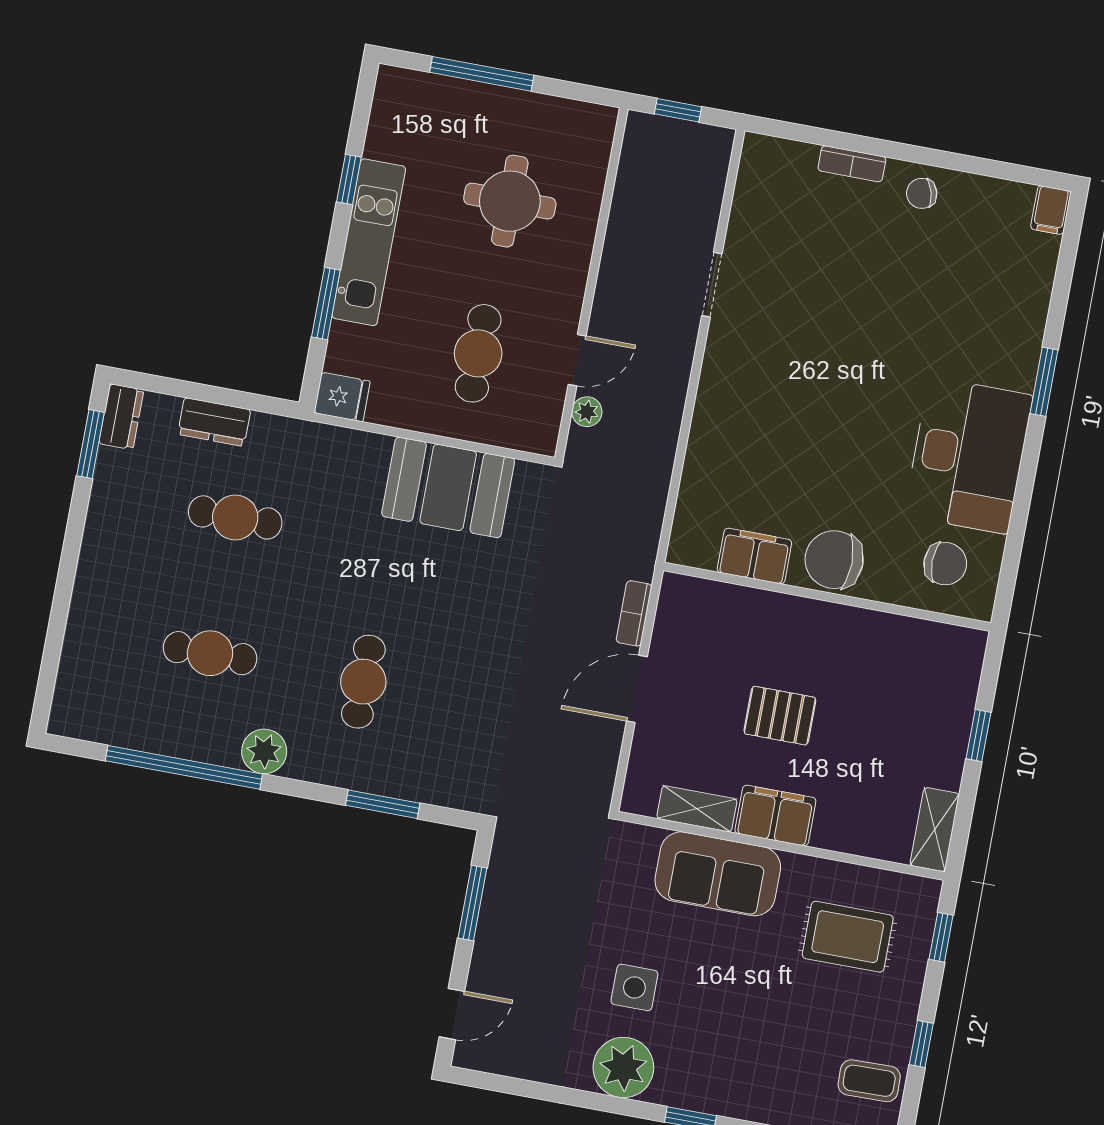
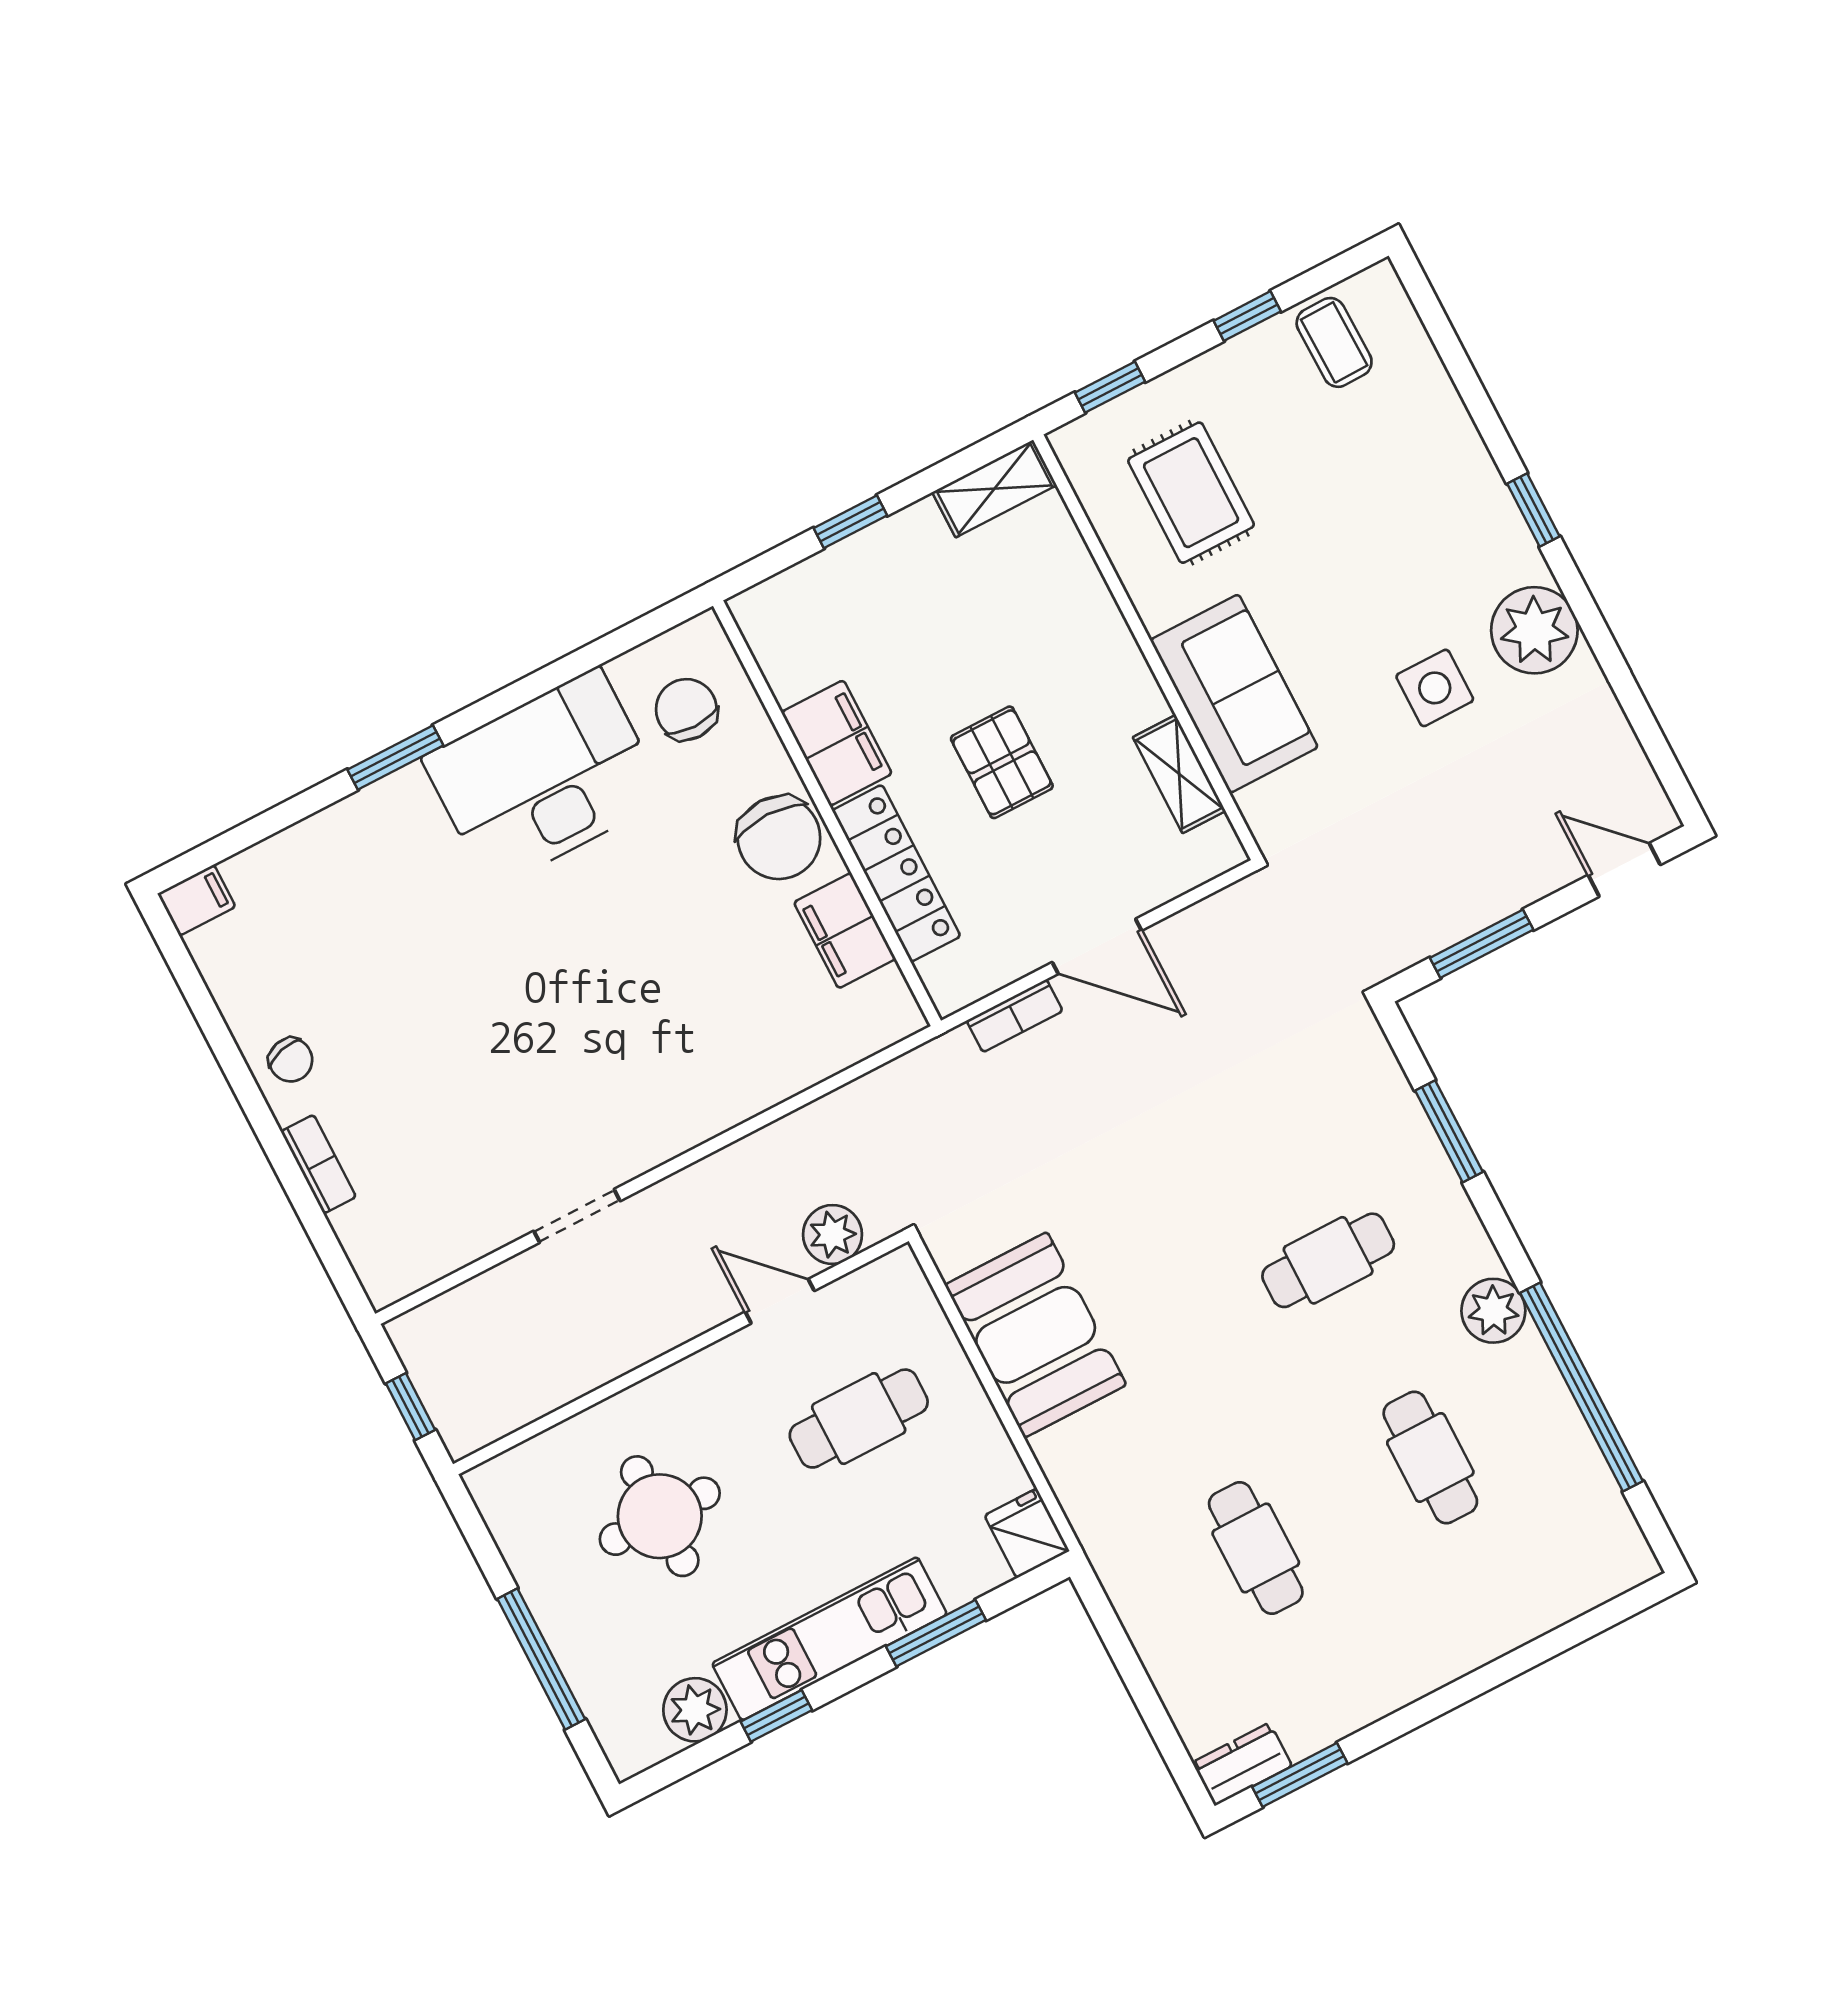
plant: (387, 137) -> (695, 1710), added
plant: (587, 412) -> (833, 1234), width x1.38, depth x1.38
dresser: (214, 422) -> (1167, 1655), removed
locker: (764, 609) -> (896, 873), added
filing cabinet: (775, 816) -> (837, 743), moved, turned 180

